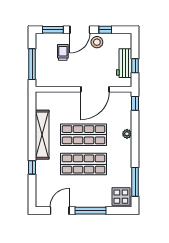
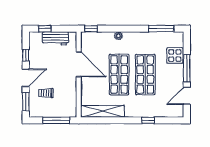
door: (80, 30) -> (26, 78), hinge flipped
stool: (97, 42) -> (37, 63), removed
window: (135, 66) -> (45, 29), moved
shelving: (42, 135) -> (103, 111), moved
display table: (121, 197) -> (175, 56), moved
door: (60, 211) -> (187, 96), hinge flipped

